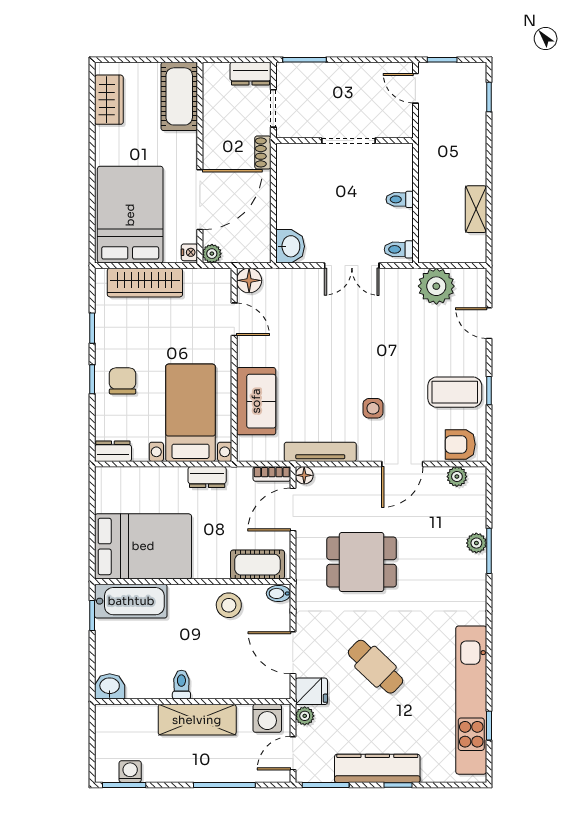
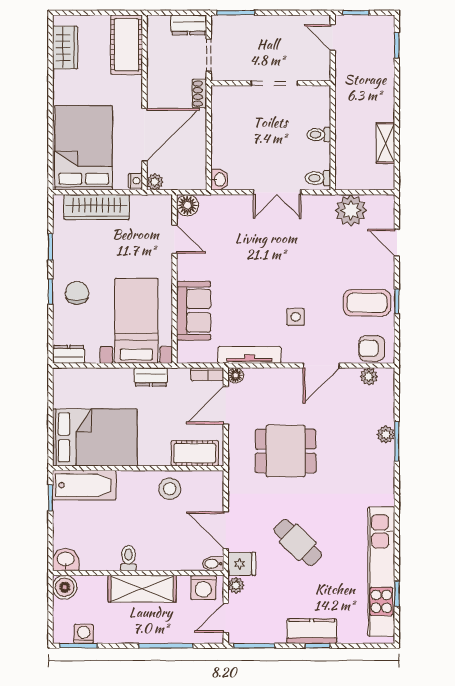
washbasin: (290, 246) -> (219, 180), width x0.72, depth x0.69
bidet: (278, 593) -> (213, 564), moved
boiler: (108, 718) -> (65, 587), added
kitchen counter: (377, 768) -> (312, 631), width x0.67

